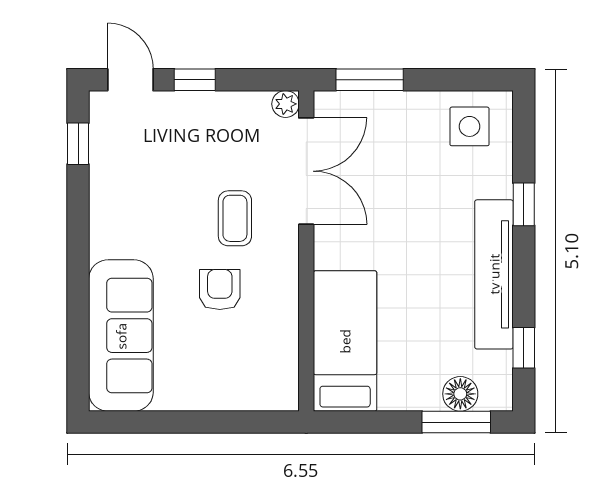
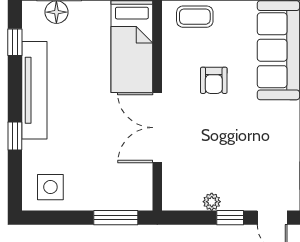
plant: (286, 104) -> (212, 202), moved
double door: (306, 171) -> (157, 128), moved
coffee table: (235, 218) -> (195, 17), moved, turned 90

